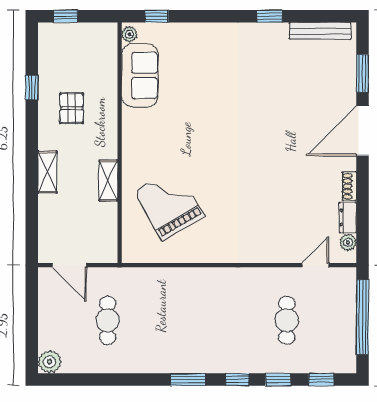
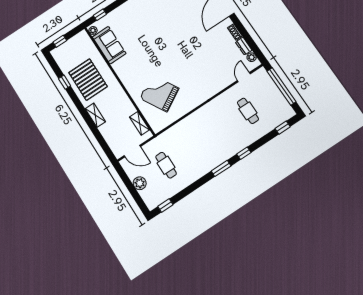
pallet: (72, 108) -> (88, 80), width x2.05, depth x2.00
shelving: (108, 181) -> (140, 123), moved
plant: (50, 362) -> (140, 183), moved
window: (278, 380) -> (165, 205), moved

